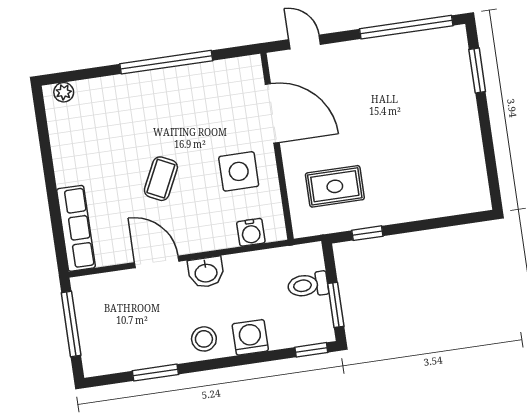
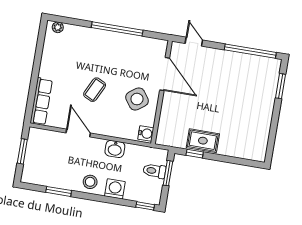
side table: (239, 171) -> (137, 99), turned -36
rug: (335, 186) -> (203, 141), moved
water cooler: (251, 232) -> (146, 134), moved, turned -90
washbasin: (206, 272) -> (115, 149), moved
window: (336, 305) -> (168, 173), moved
window: (71, 324) -> (22, 151), width x0.69

